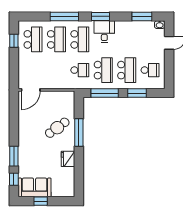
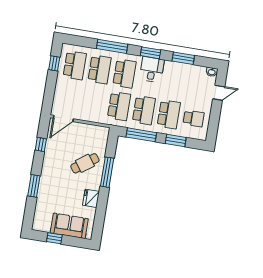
window: (142, 16) -> (183, 58), moved
school desk: (80, 70) -> (119, 106), width x1.85
window: (14, 179) -> (41, 144), moved
sofa: (35, 187) -> (69, 226), moved

